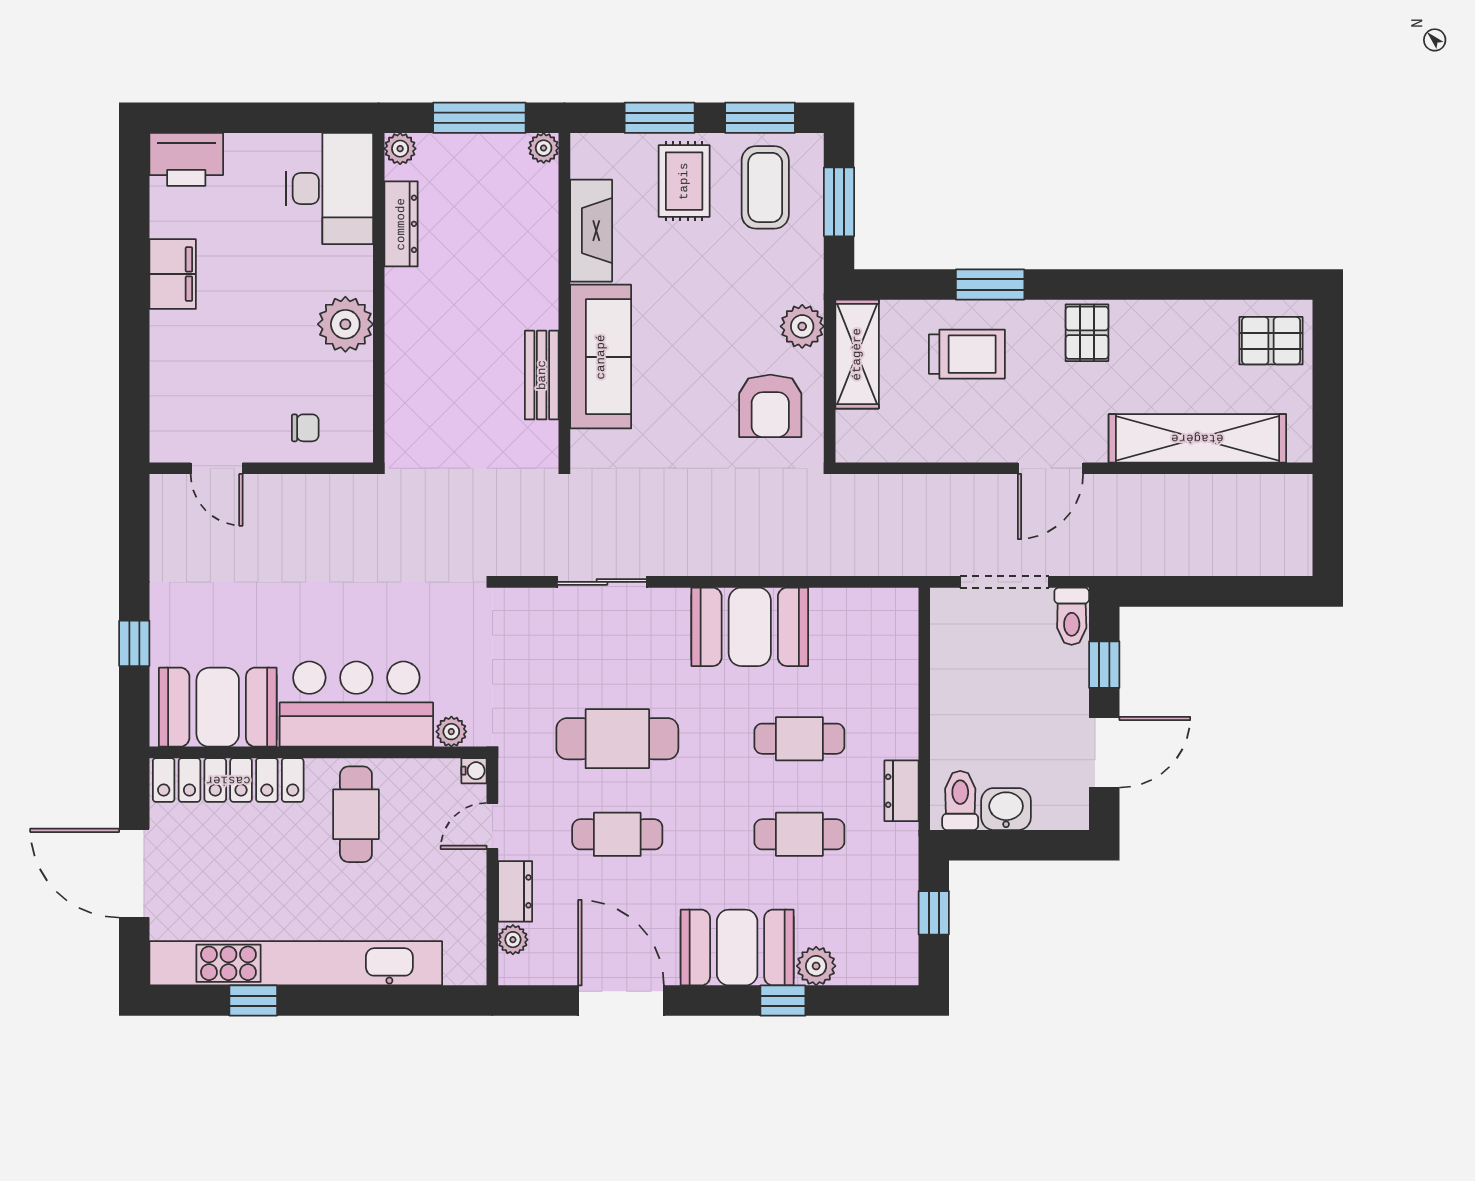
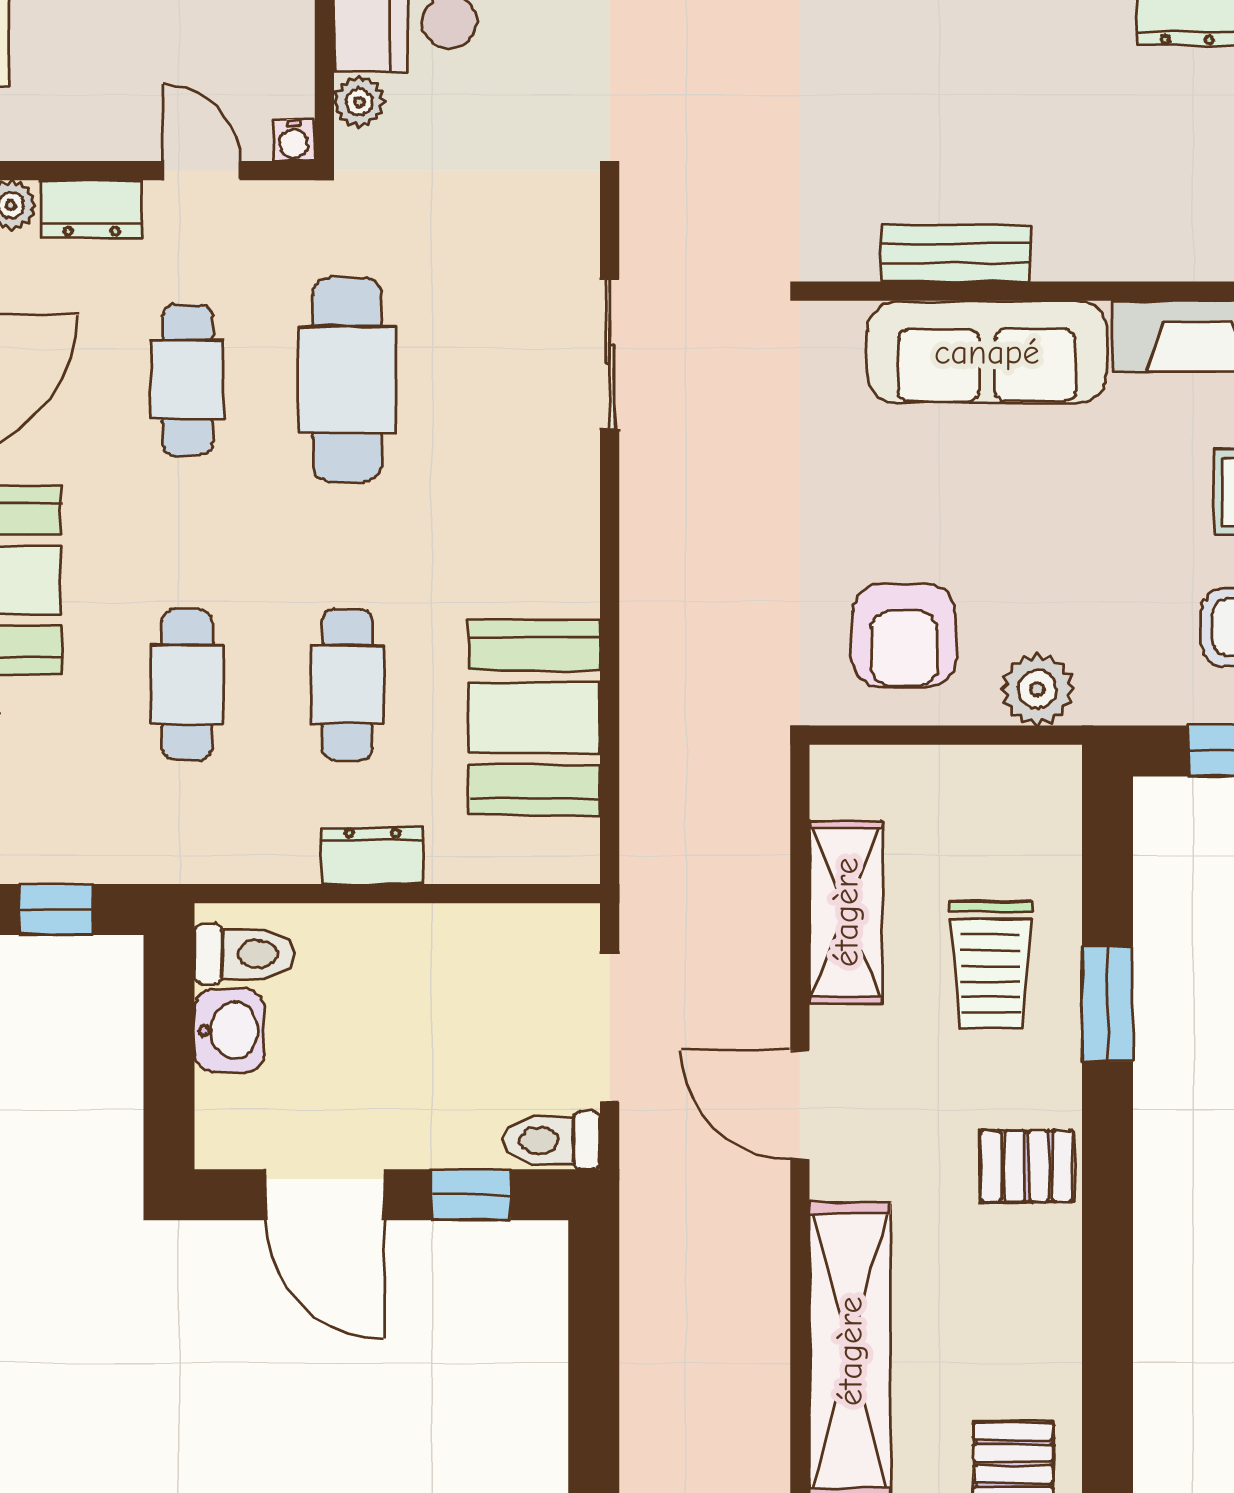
shelving: (857, 354) -> (846, 912), moved, turned 90
armchair: (770, 406) -> (904, 636), turned -90
booth: (750, 627) -> (534, 718), moved
dresser: (902, 791) -> (372, 855), moved

